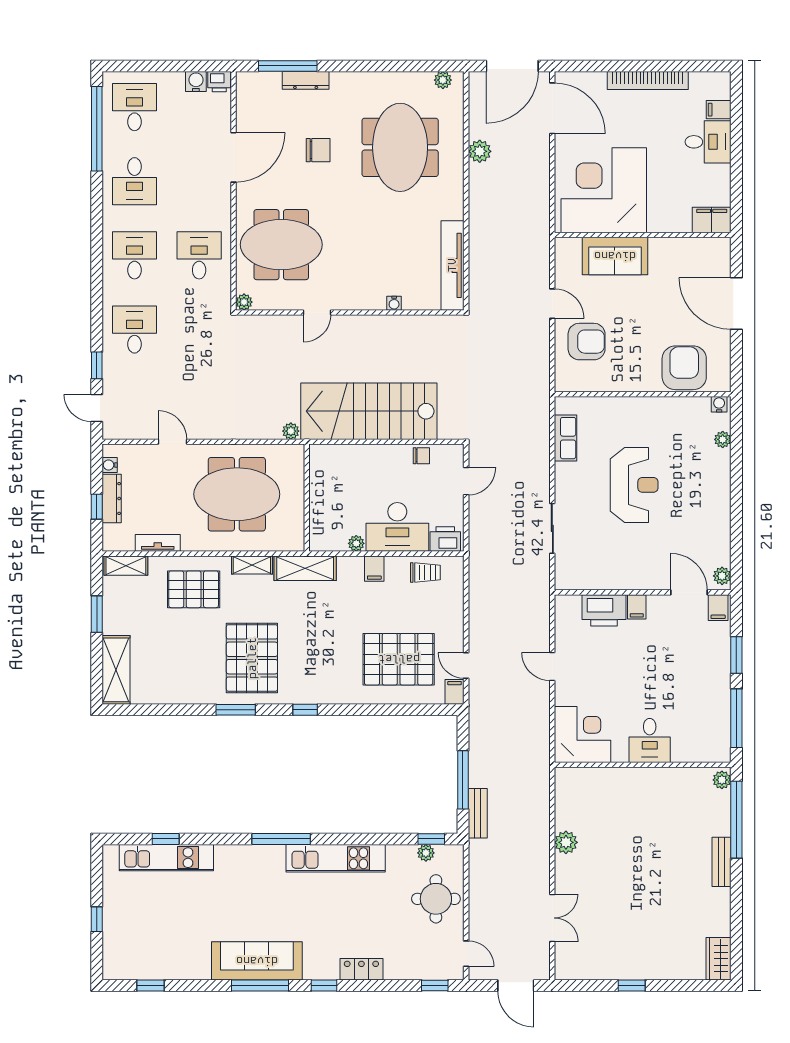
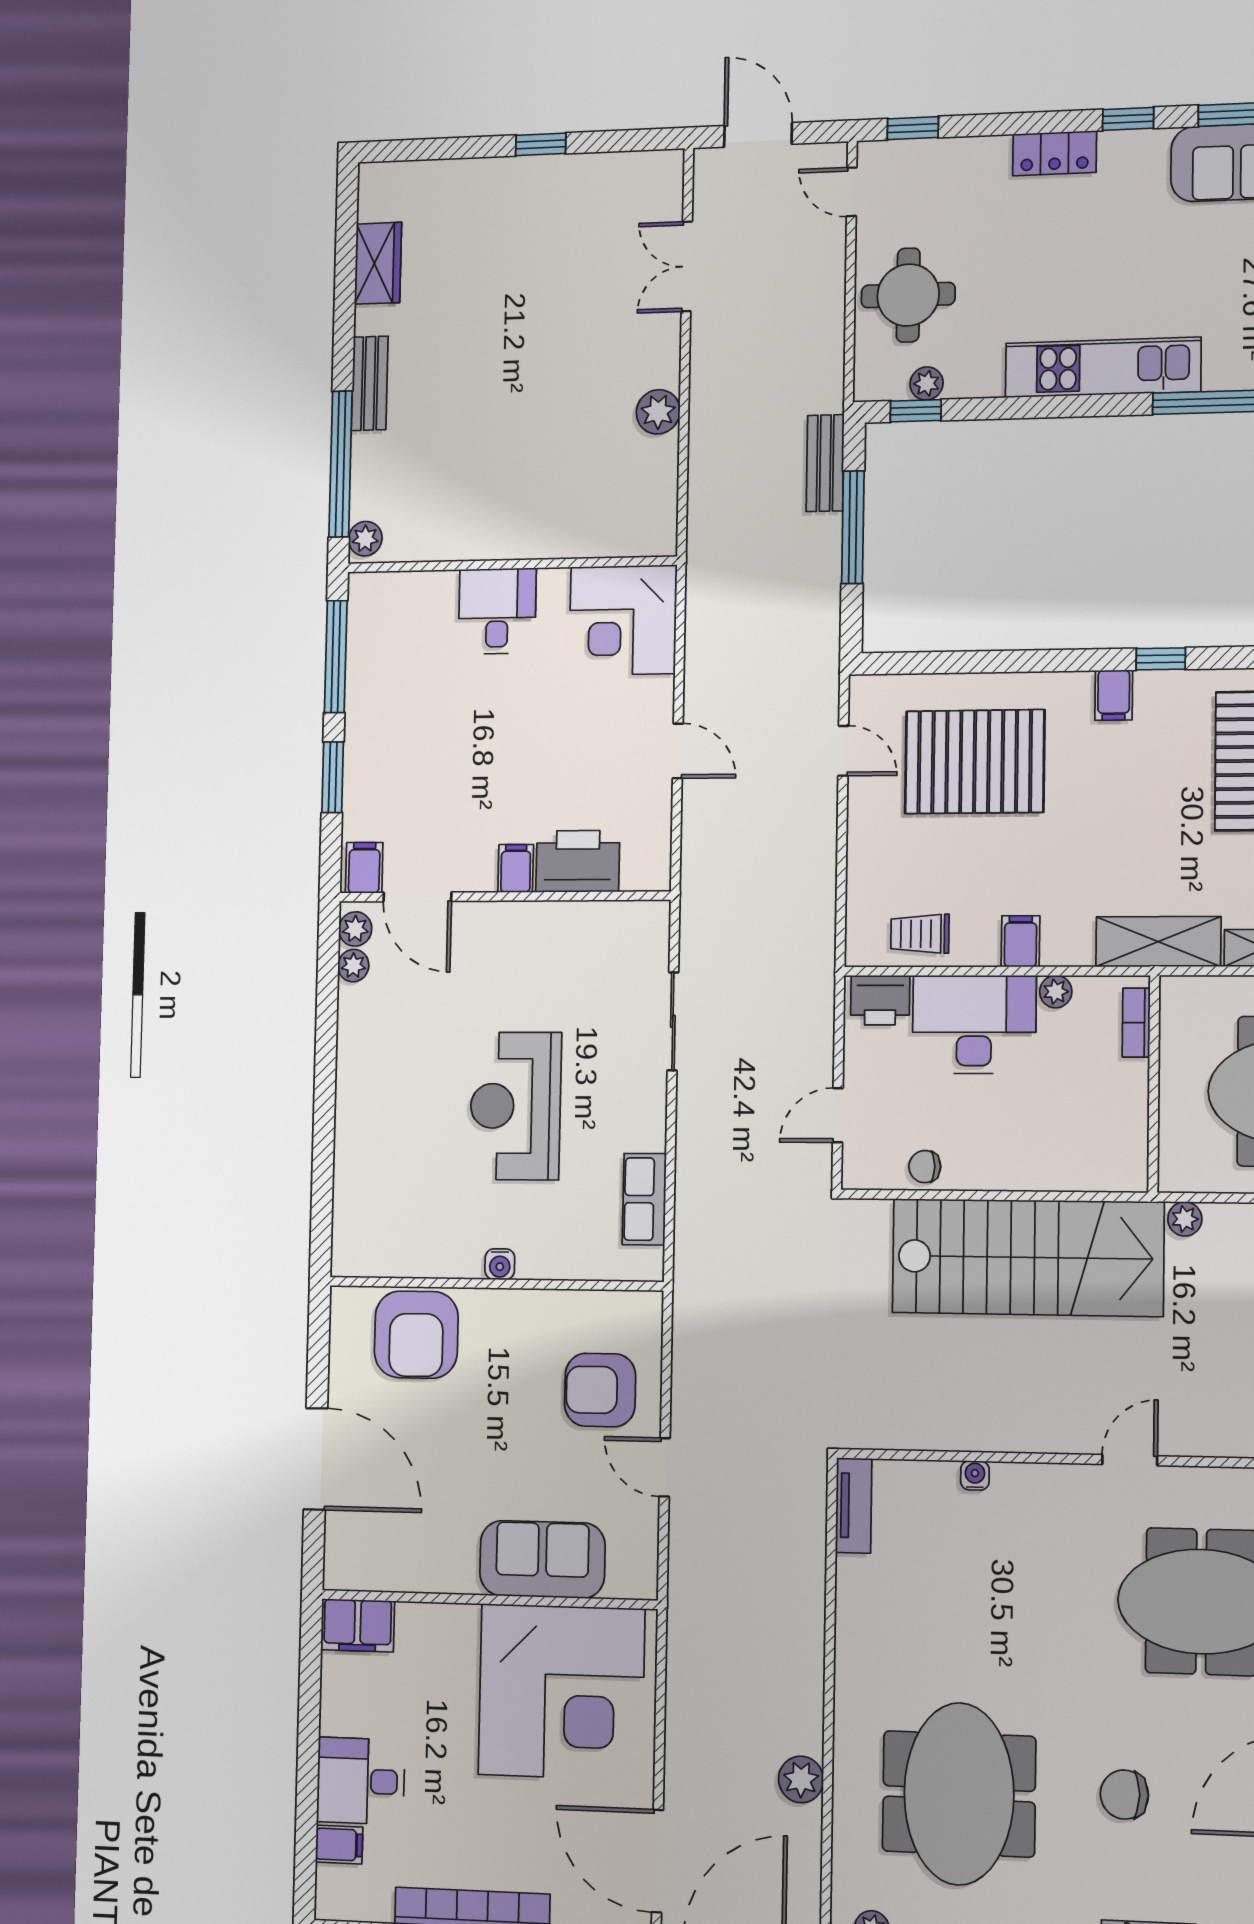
tv unit: (452, 265) -> (854, 1505), width x0.52, depth x0.78
water cooler: (719, 404) -> (500, 1264), moved
plant: (723, 439) -> (353, 966), moved
bookcase: (316, 528) -> (1136, 1023), added
filing cabinet: (455, 692) -> (1114, 695), moved
wardrobe: (719, 959) -> (378, 263), moved

